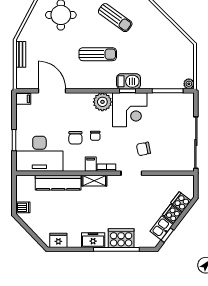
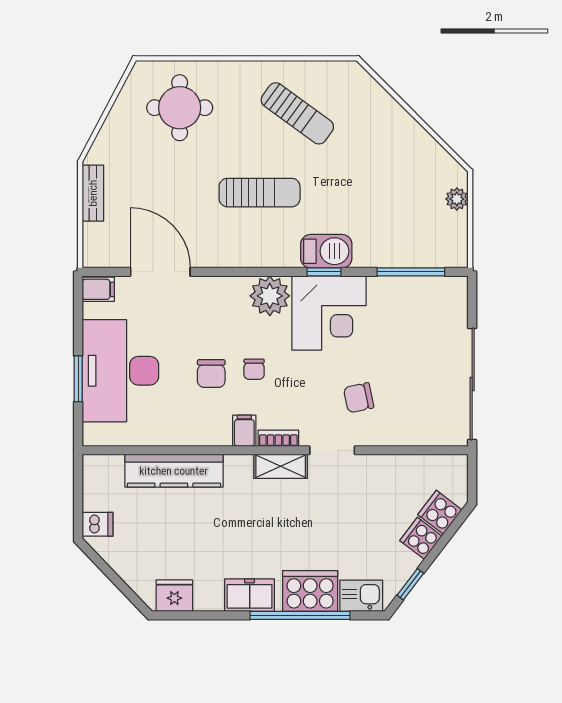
plant: (189, 84) -> (457, 199), moved
desk: (39, 154) -> (120, 371), moved, turned 90
shelving: (94, 181) -> (281, 466), moved
kitchen sink: (162, 228) -> (361, 596), moved, turned 53

